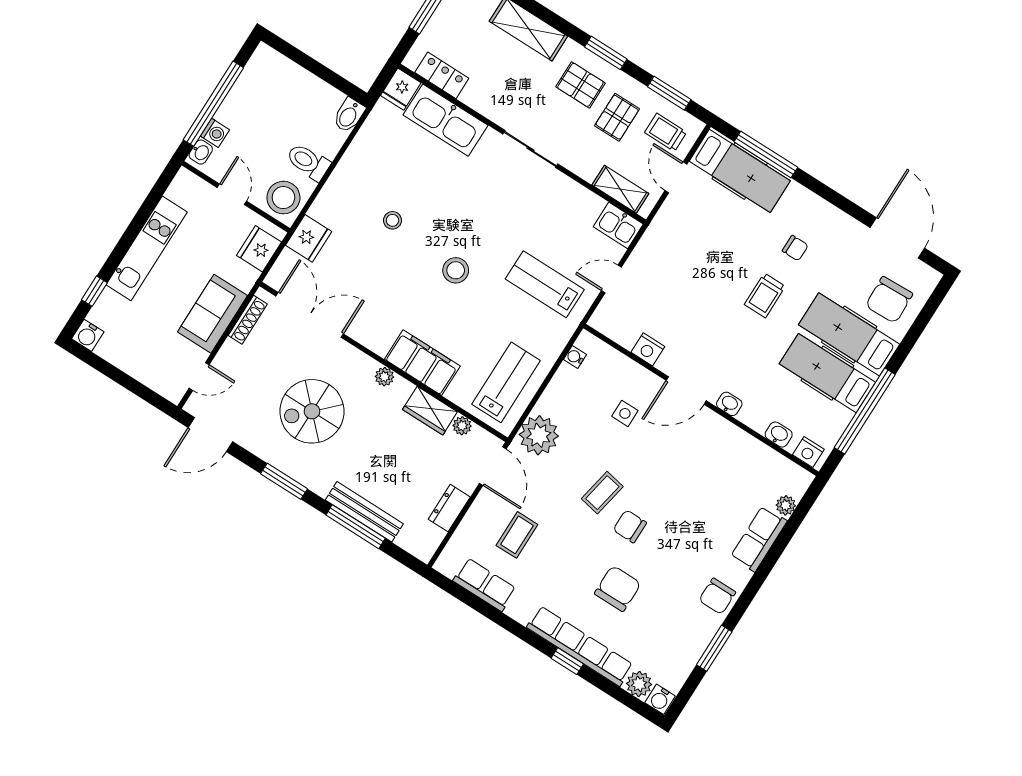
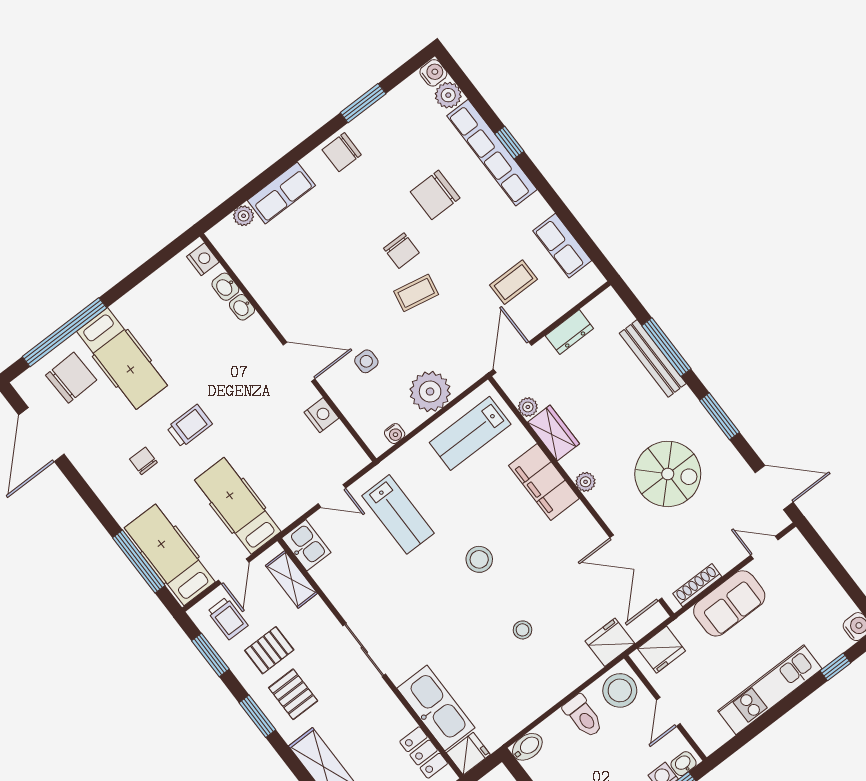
hospital bed: (827, 373) -> (238, 506), moved, turned 180
washbasin: (729, 404) -> (242, 307), moved
window: (865, 411) -> (64, 332), moved
plant: (539, 435) -> (430, 392), moved
chair: (717, 596) -> (342, 152), turned 180

